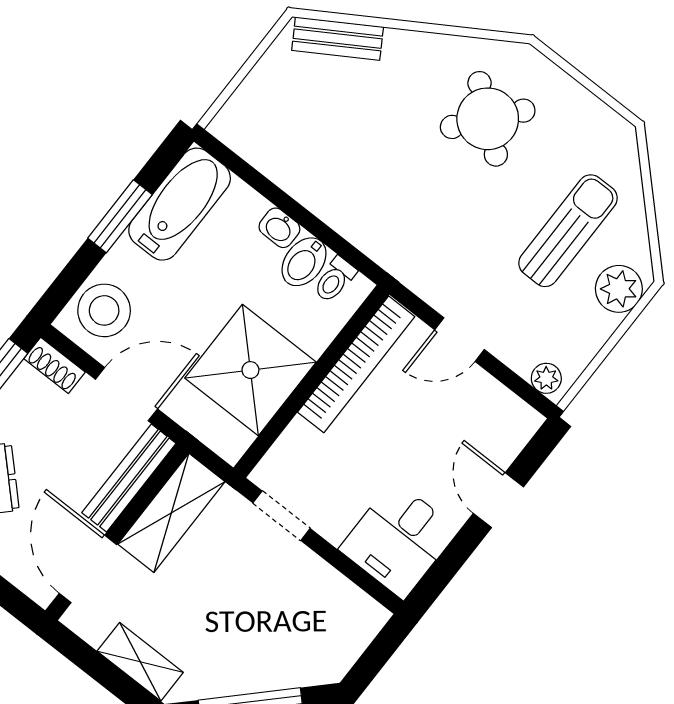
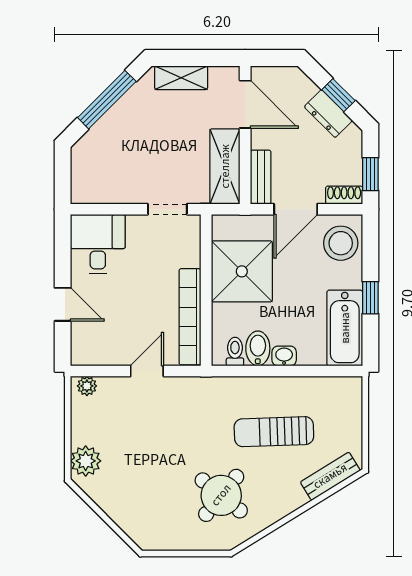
window: (120, 216) -> (370, 298), width x0.67
sun lounger: (568, 231) -> (274, 432), moved, turned 88
bench: (129, 478) -> (261, 177), width x0.73

